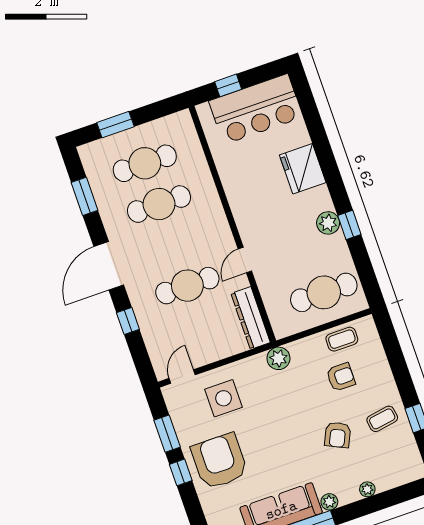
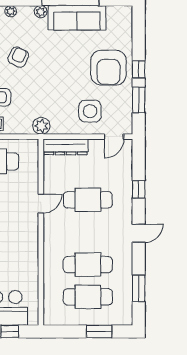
door: (109, 266) -> (139, 233), width x0.53
dresser: (251, 318) -> (65, 147), moved, turned 90

